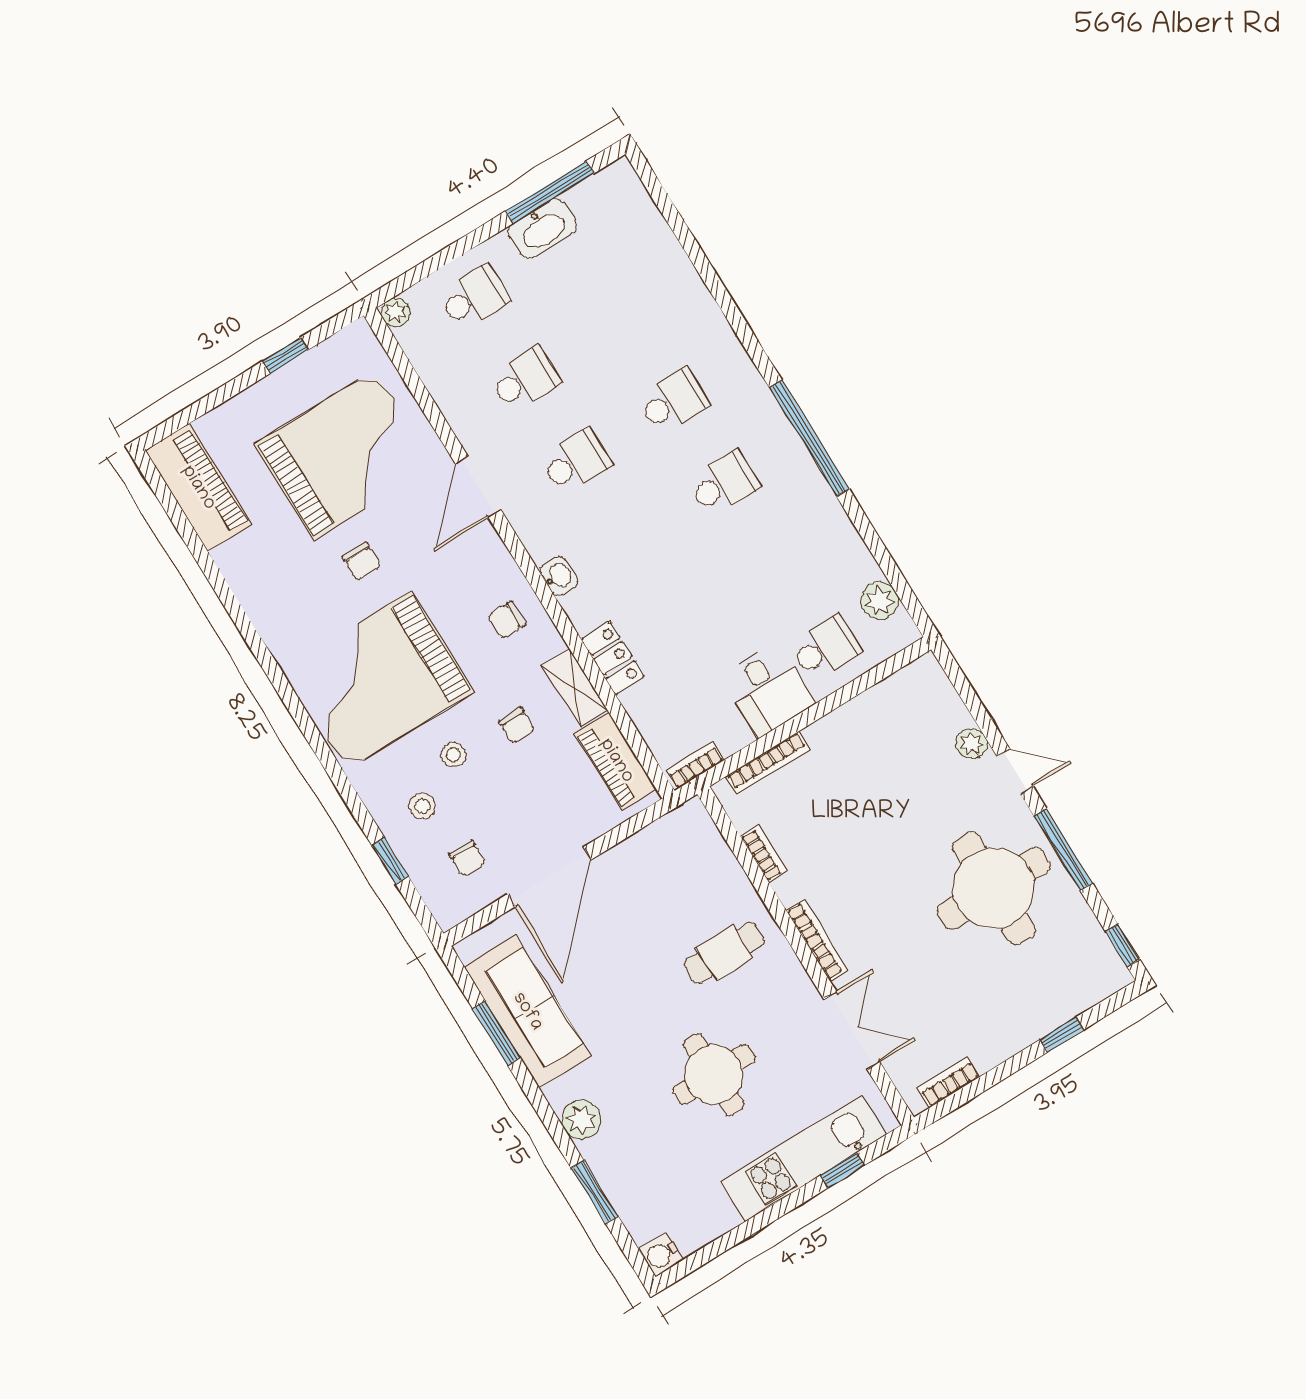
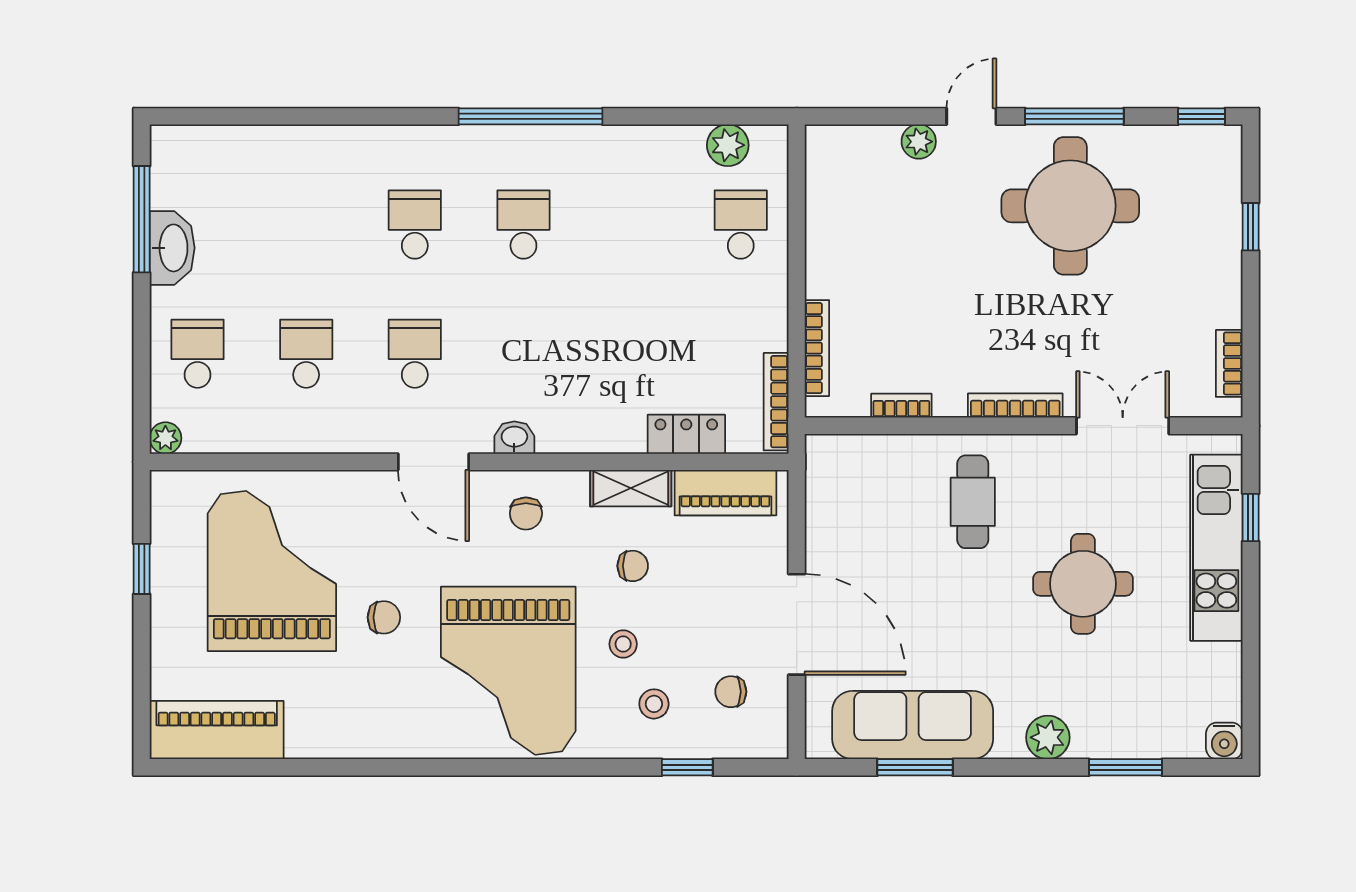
door: (478, 487) -> (433, 462), moved
locker: (613, 658) -> (686, 434), moved
desk: (768, 690) -> (747, 305), removed
bookcase: (695, 765) -> (776, 402), width x1.56
chair: (468, 858) -> (731, 692), turned 180

